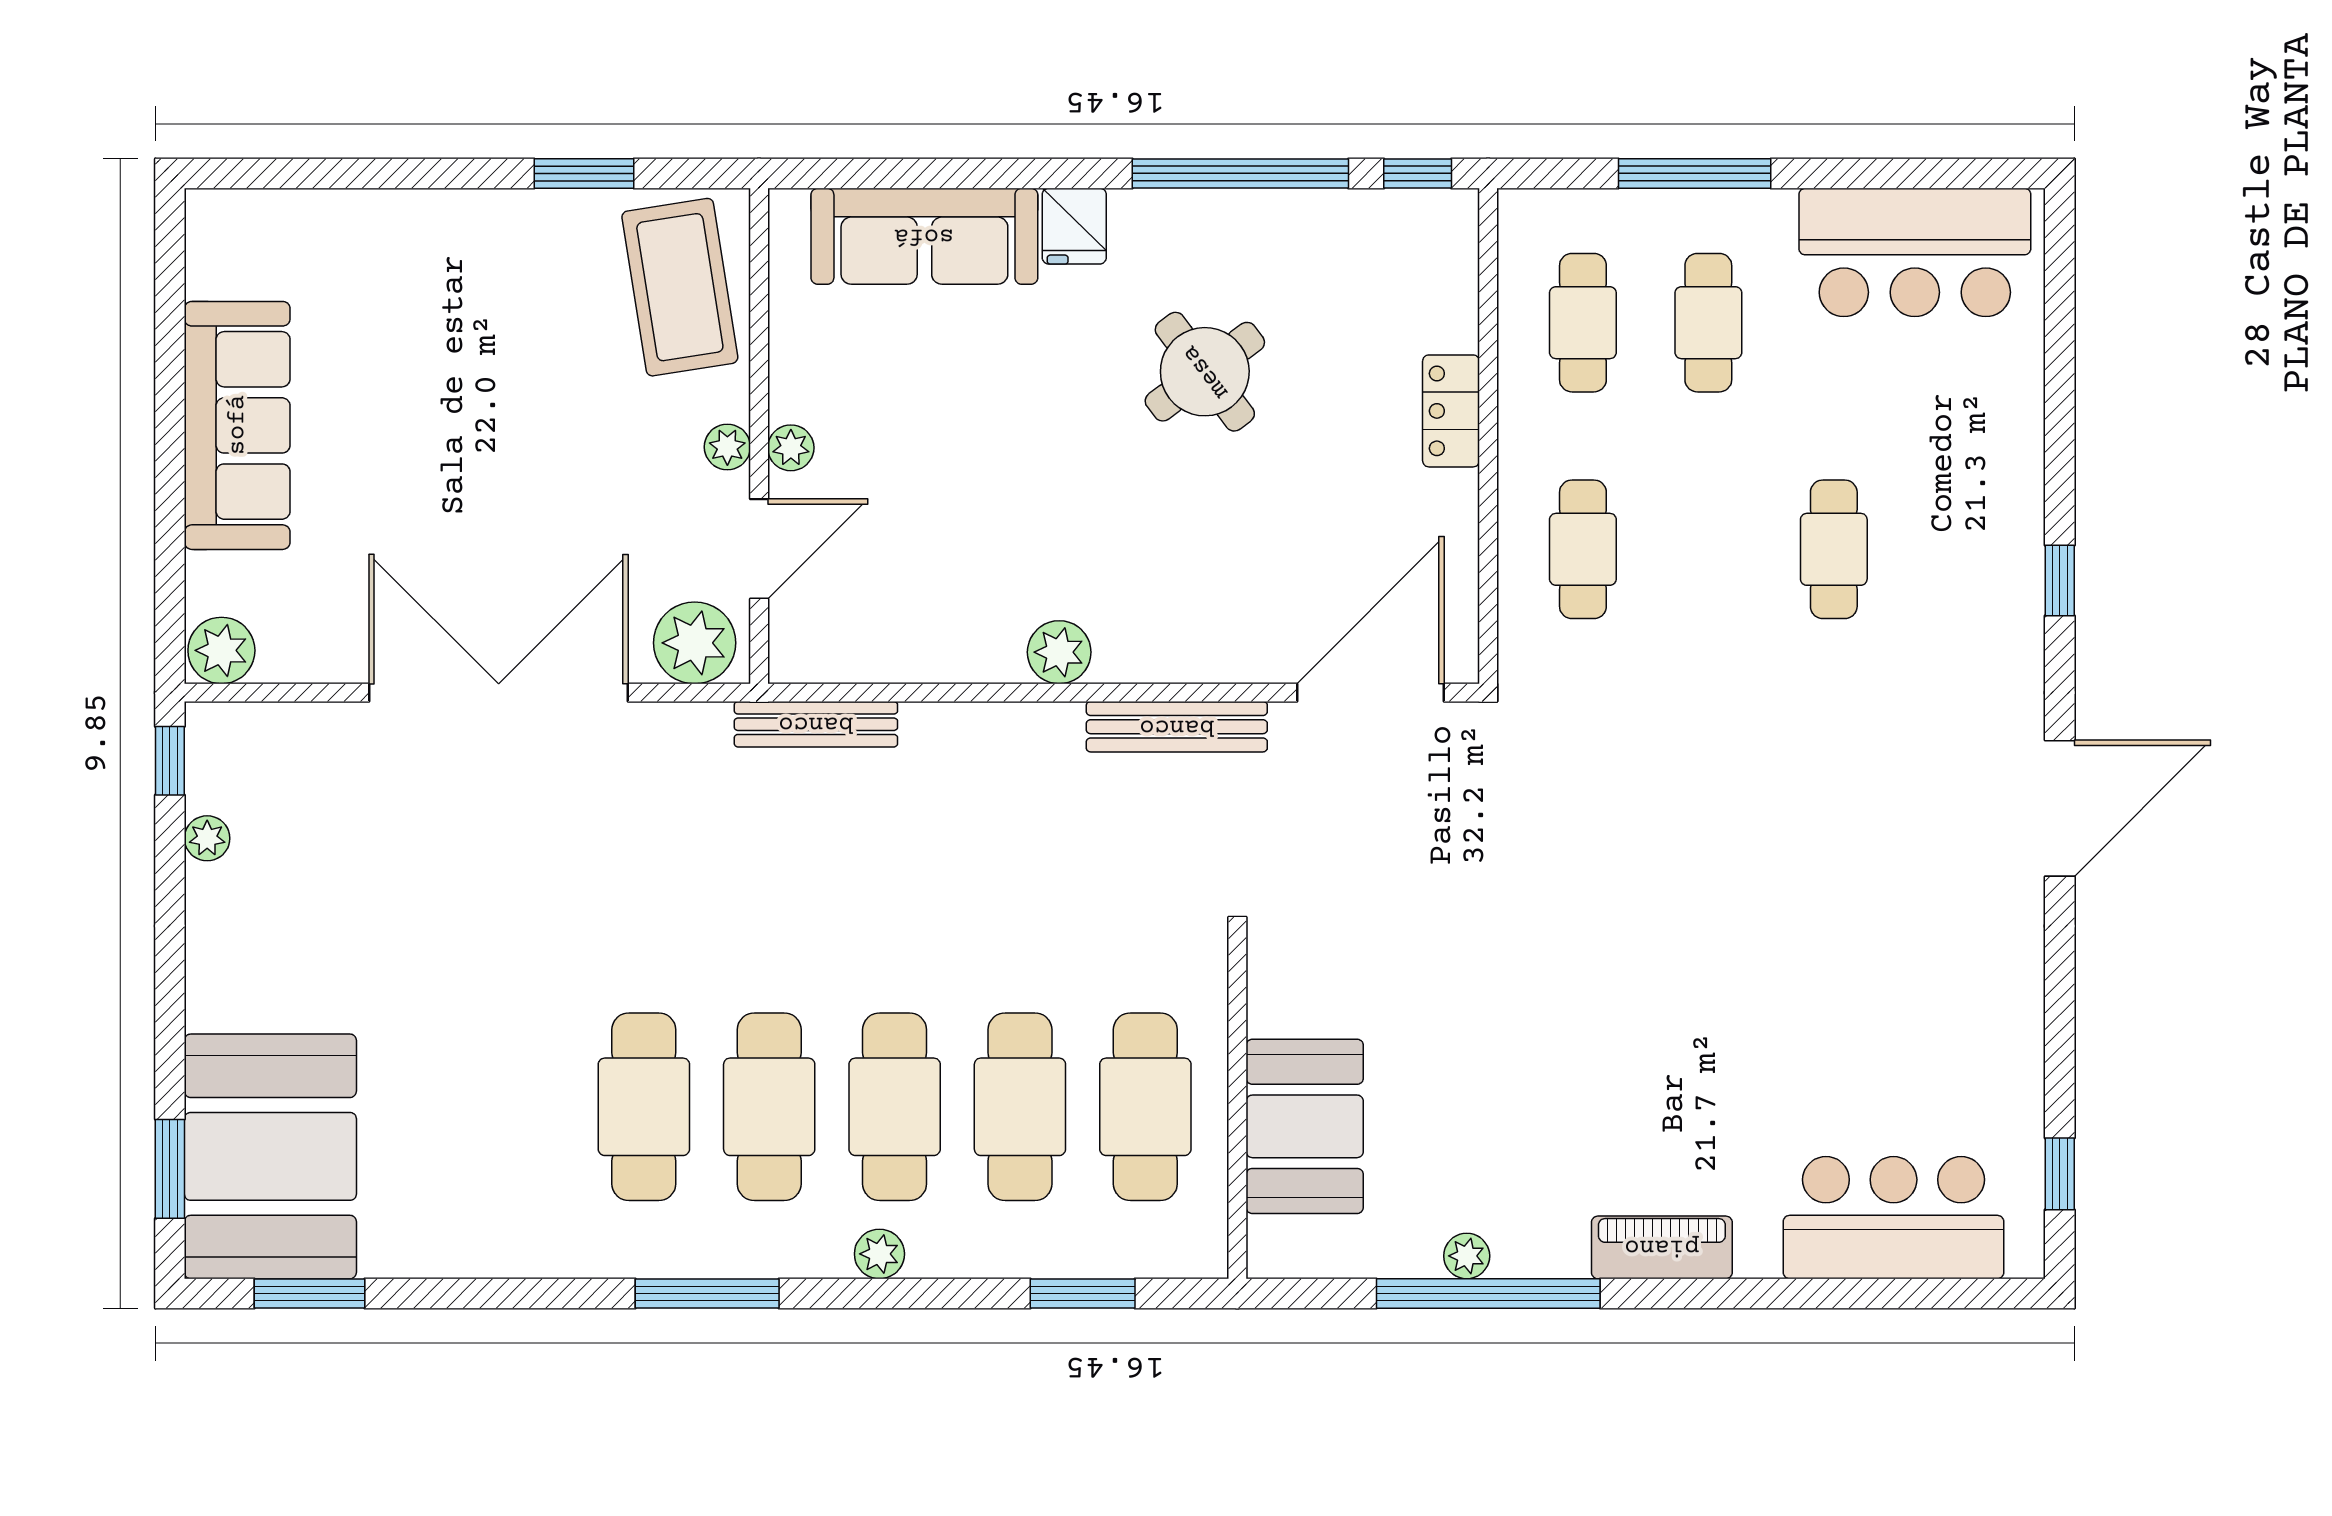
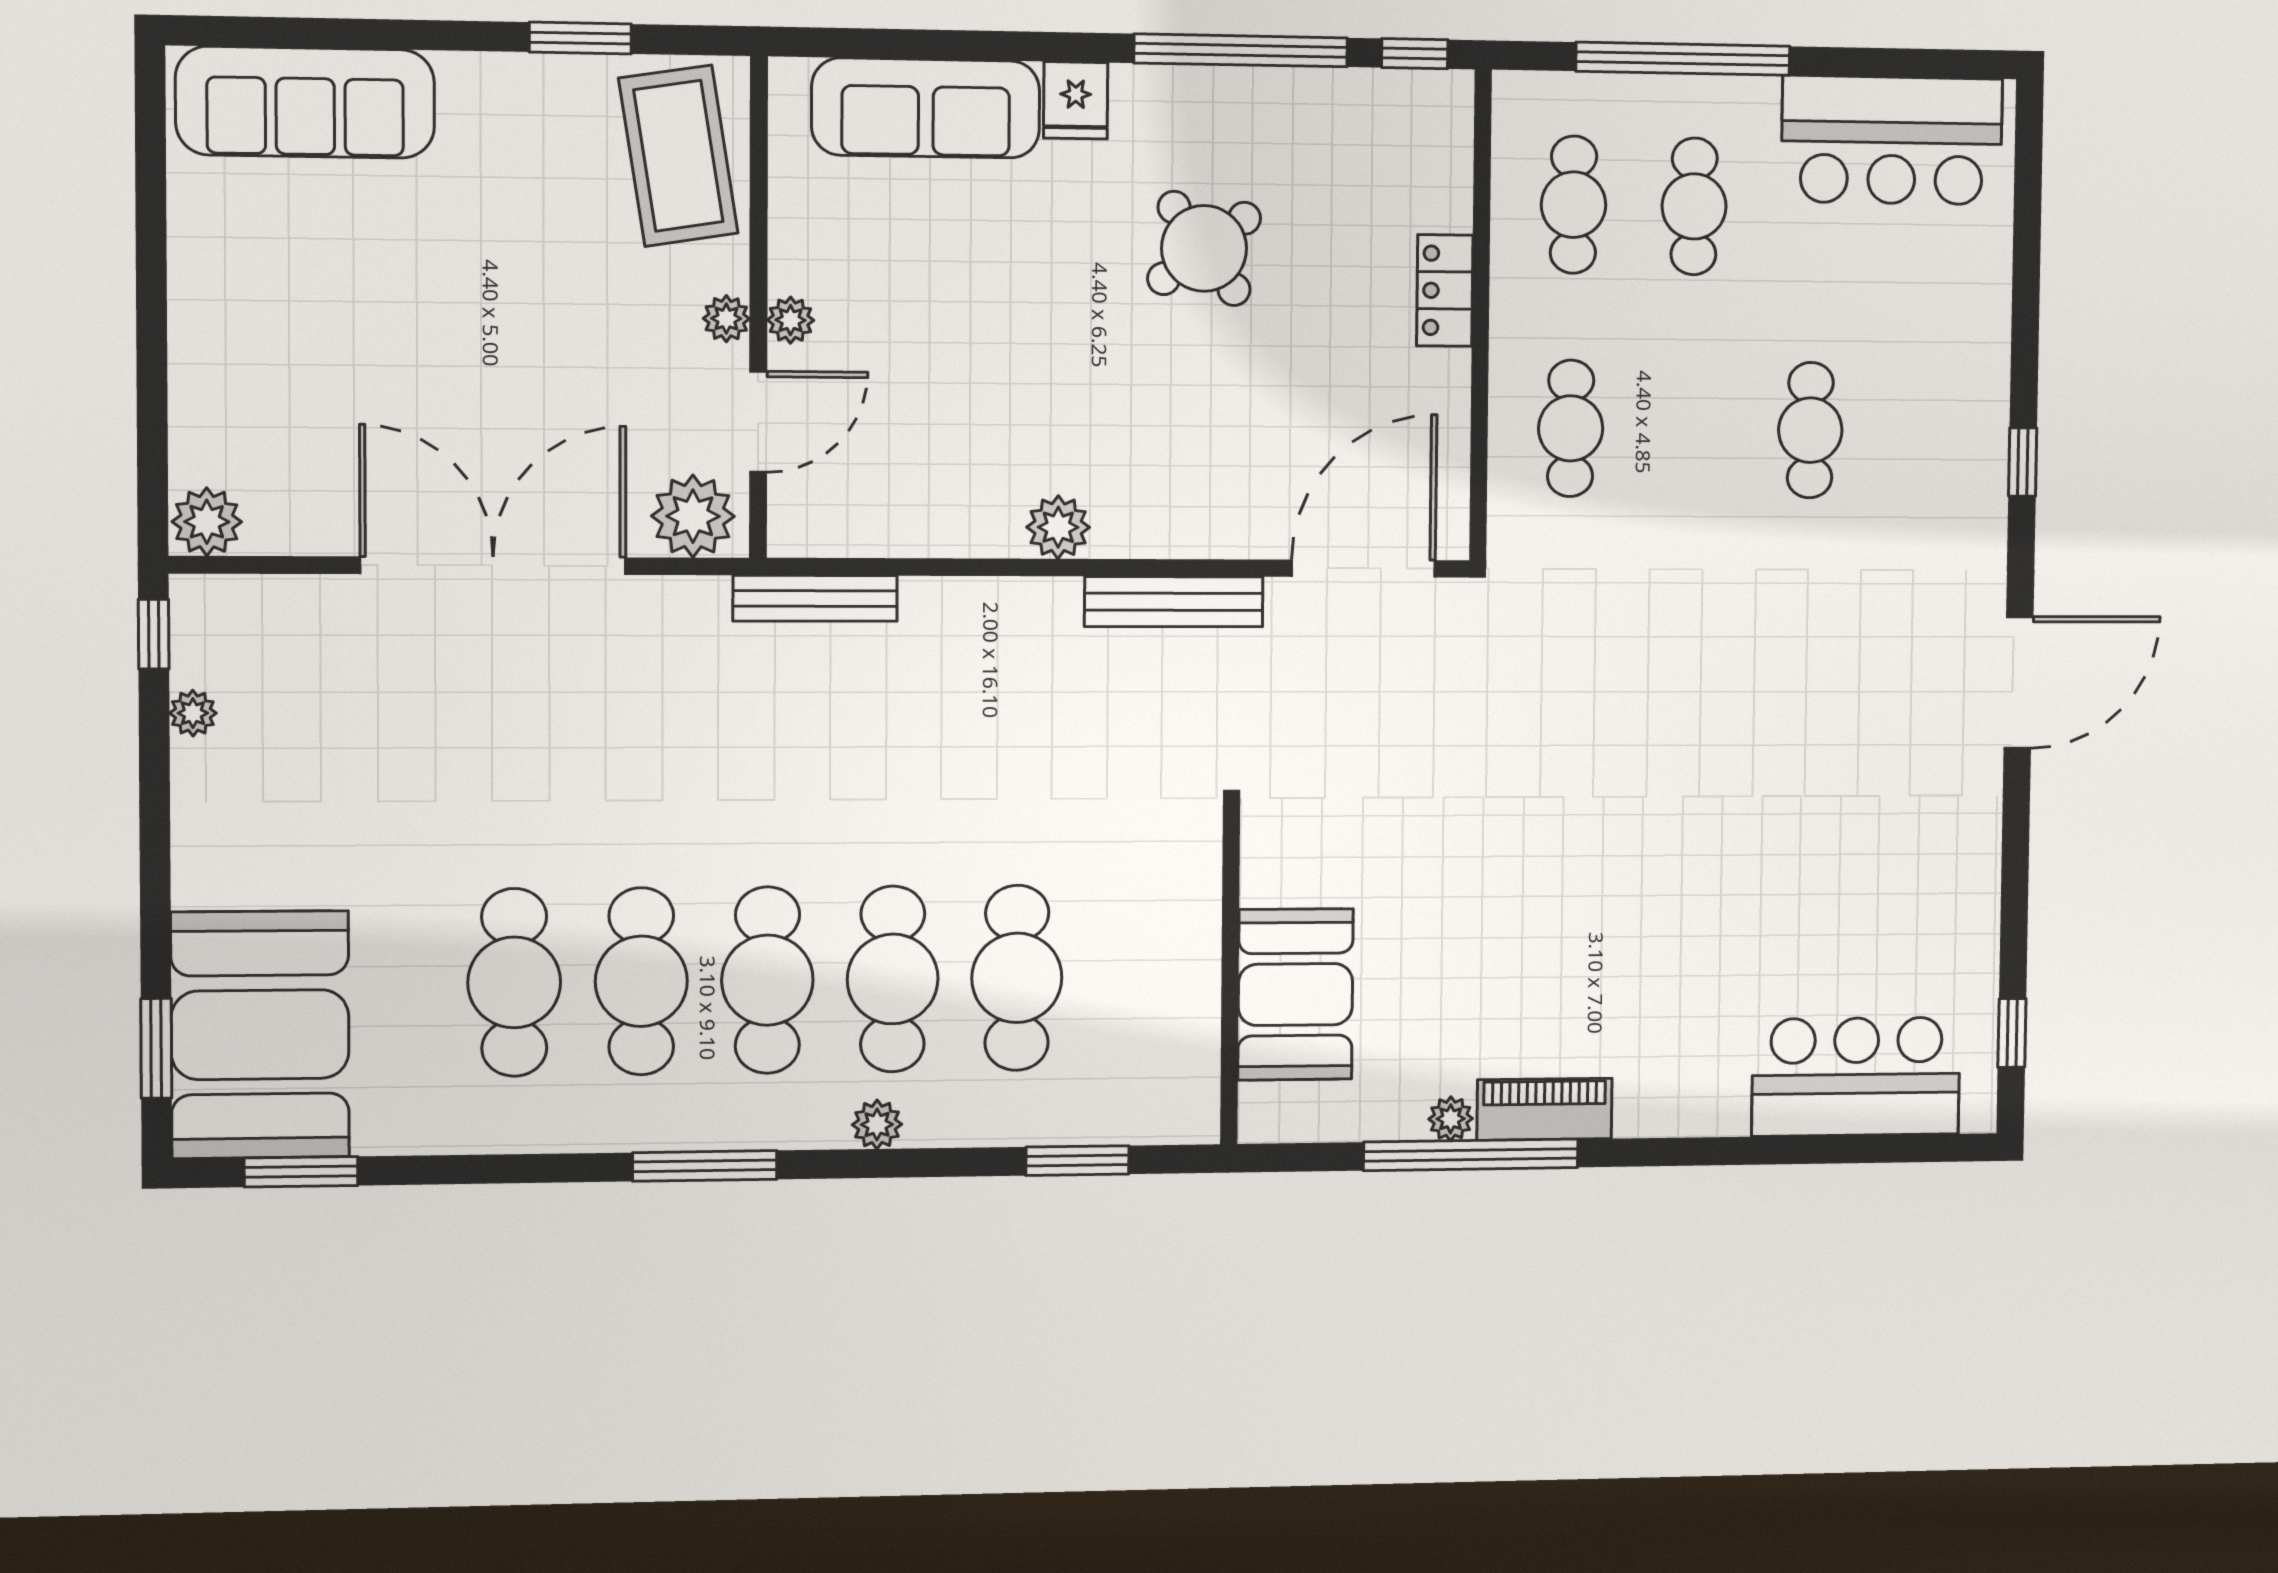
window: (1695, 173) -> (1683, 59), width x1.46
sofa: (237, 425) -> (305, 102), moved, turned 90
cafe table: (1145, 1107) -> (514, 982), moved
piano: (1662, 1247) -> (1544, 1109), moved

